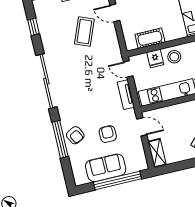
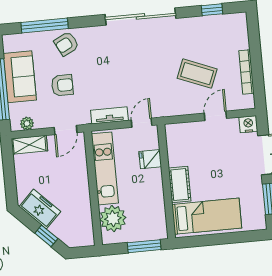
cot: (150, 38) -> (180, 185), moved
stool: (174, 57) -> (149, 184), removed
window: (60, 139) -> (45, 25), moved
plant: (141, 157) -> (27, 123), added

